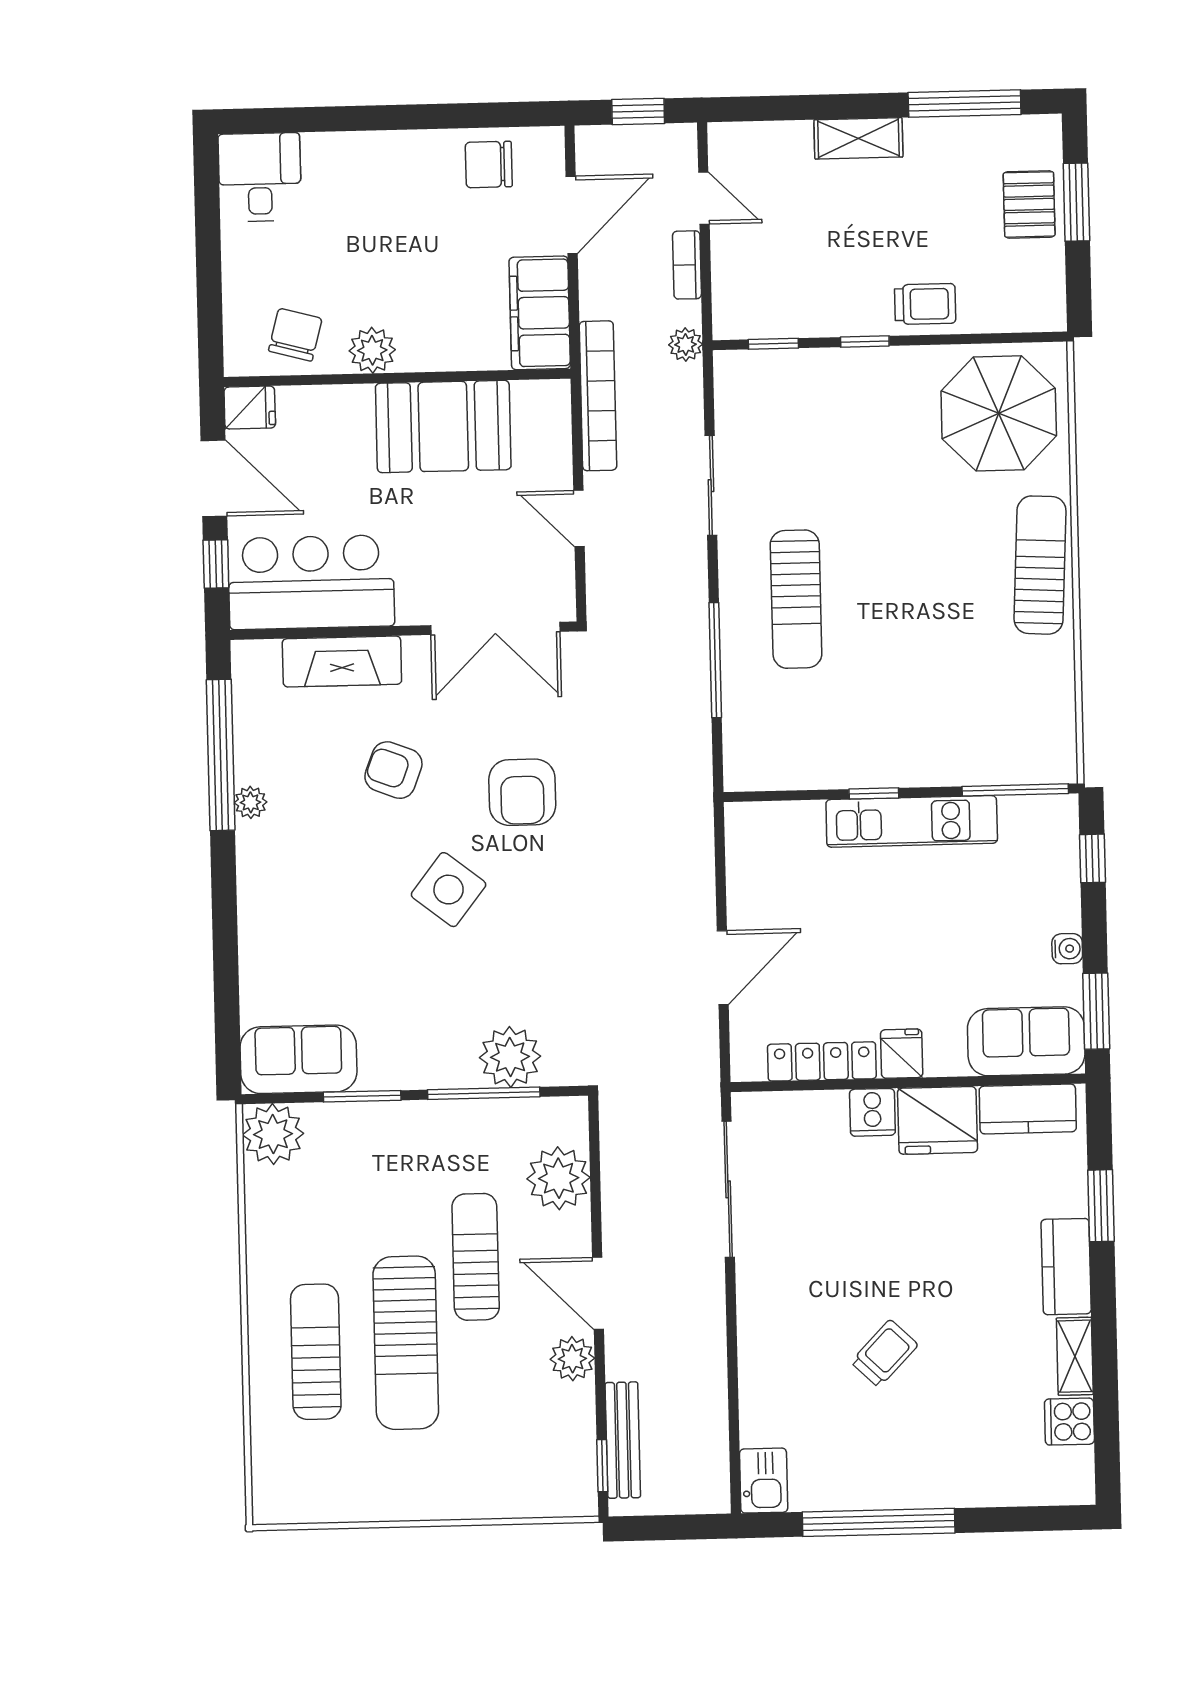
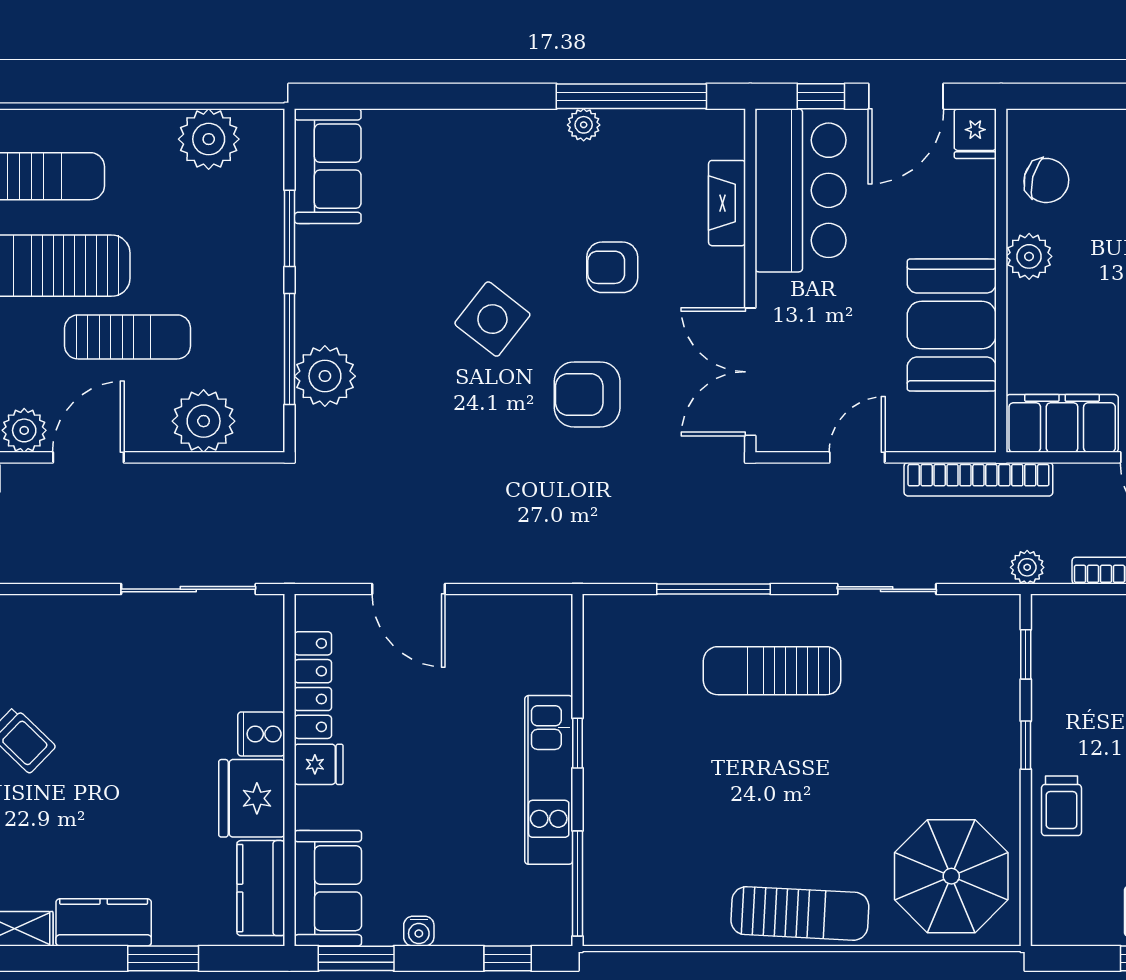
fireplace: (342, 661) -> (727, 203), width x0.73, depth x0.76
armchair: (393, 770) -> (612, 267), turned -111
plant: (273, 1134) -> (209, 139), moved

